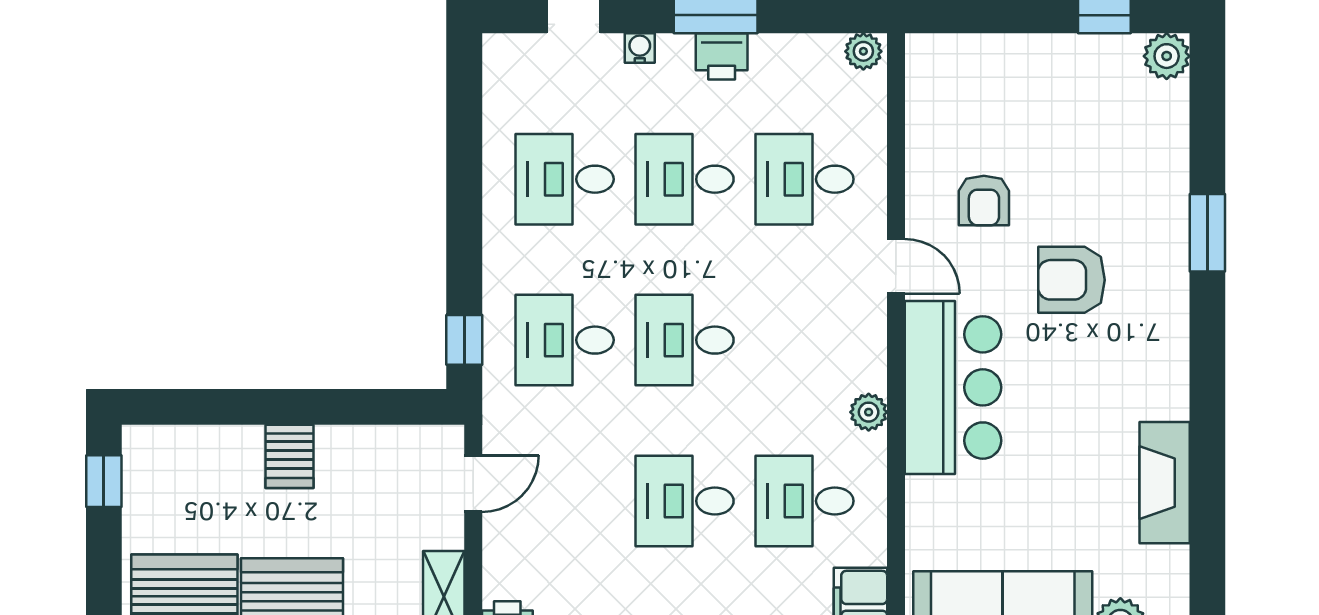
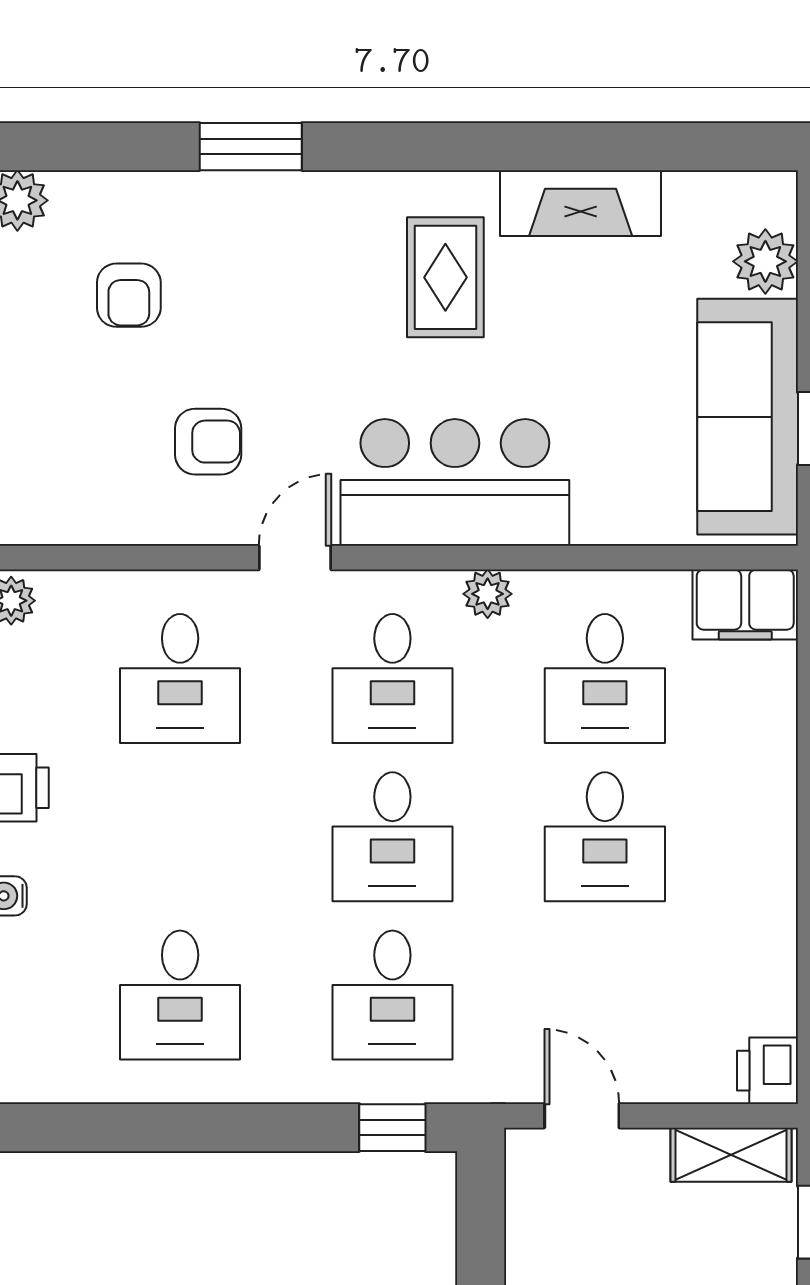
desk: (685, 179) -> (392, 678), moved
armchair: (1071, 280) -> (129, 295), moved, width x0.72, depth x0.72
rug: (1108, 380) -> (445, 277), added

